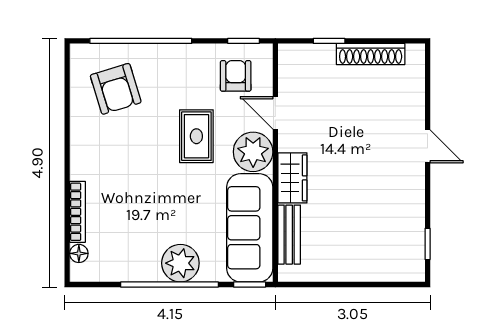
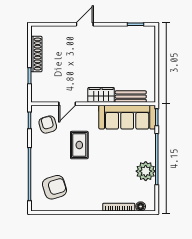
armchair: (236, 76) -> (48, 125), turned 74
rug: (196, 136) -> (79, 145), turned 90
plant: (253, 152) -> (87, 115), removed
plant: (180, 263) -> (146, 171), moved

